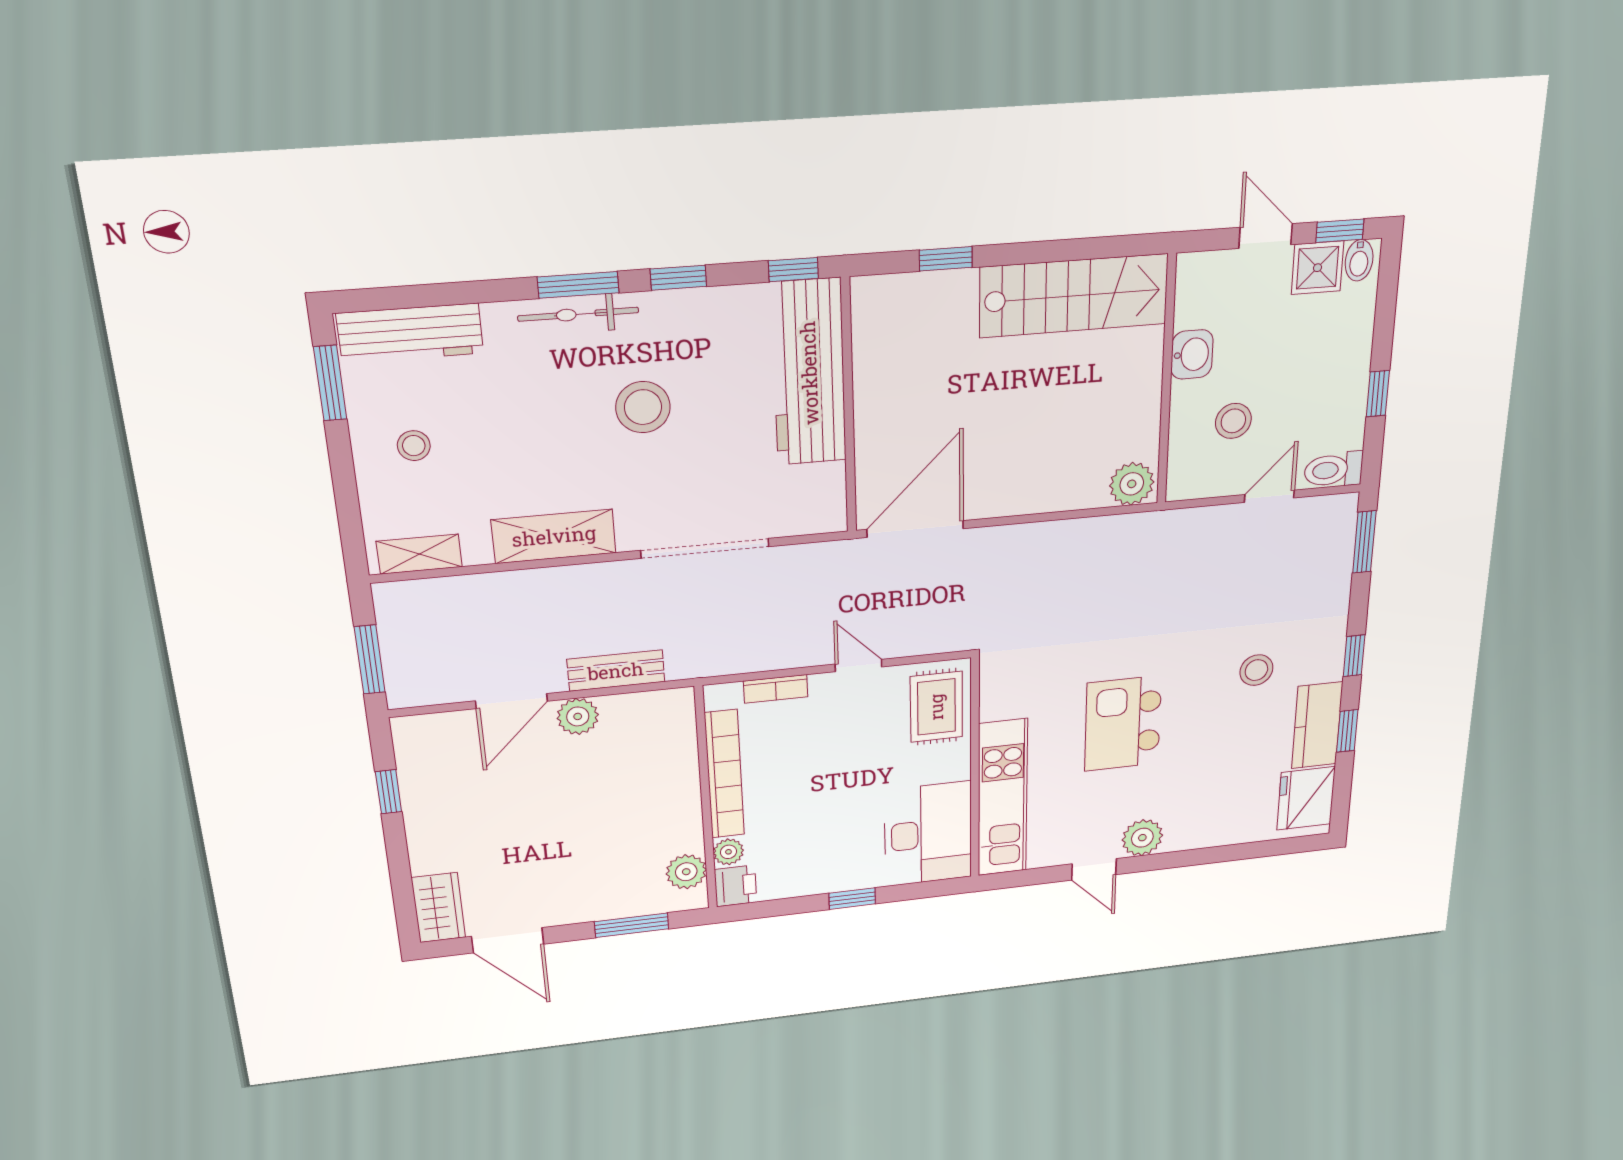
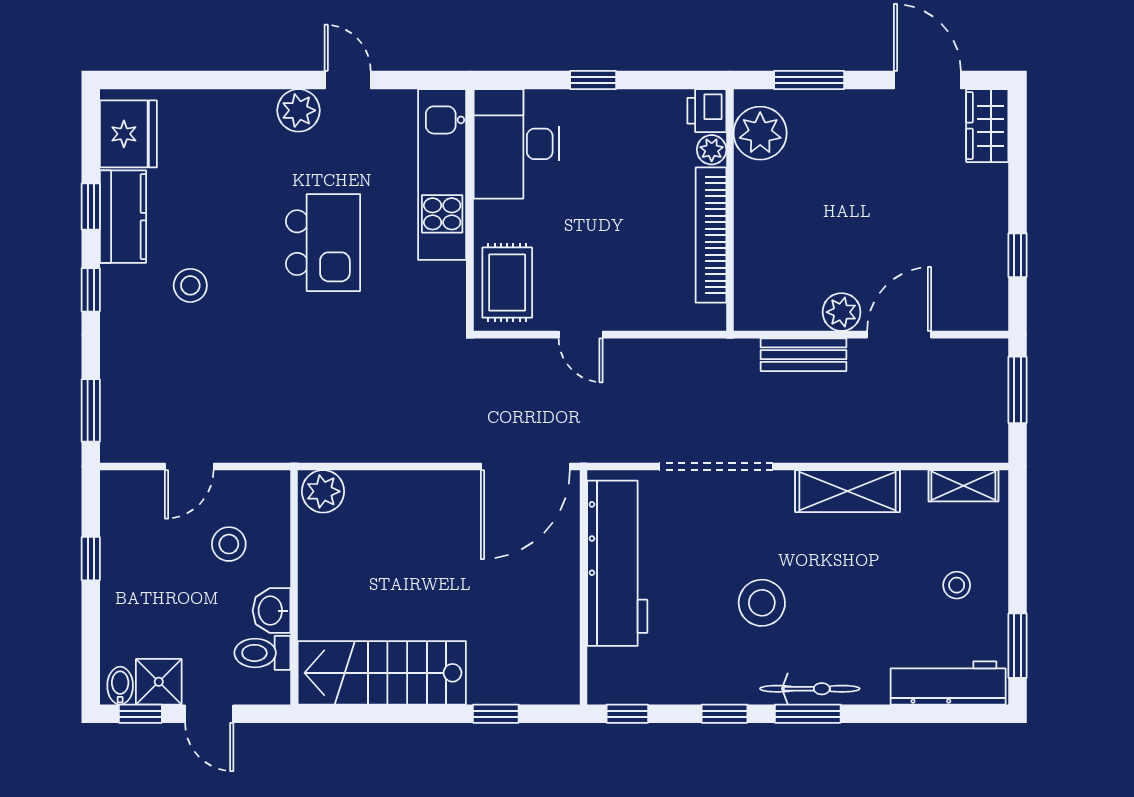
workbench: (809, 373) -> (617, 563), moved
toilet: (1333, 470) -> (262, 653), moved, turned 180
bookcase: (776, 689) -> (659, 319), removed
plant: (686, 872) -> (760, 133), width x1.36, depth x1.36

